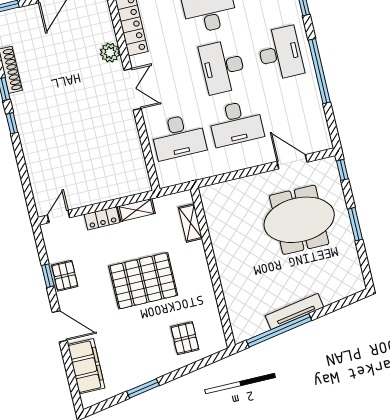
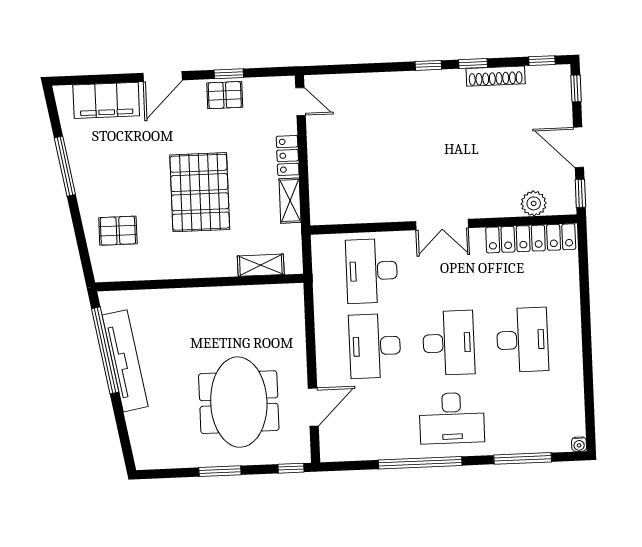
plant: (110, 53) -> (534, 203), moved
desk: (223, 67) -> (449, 343), turned 90
tv unit: (294, 311) -> (125, 361), width x1.36, depth x1.29
window: (143, 388) -> (65, 166), width x1.44

